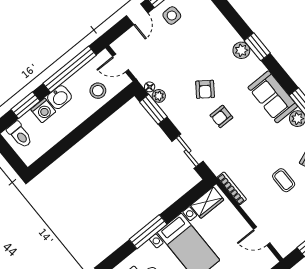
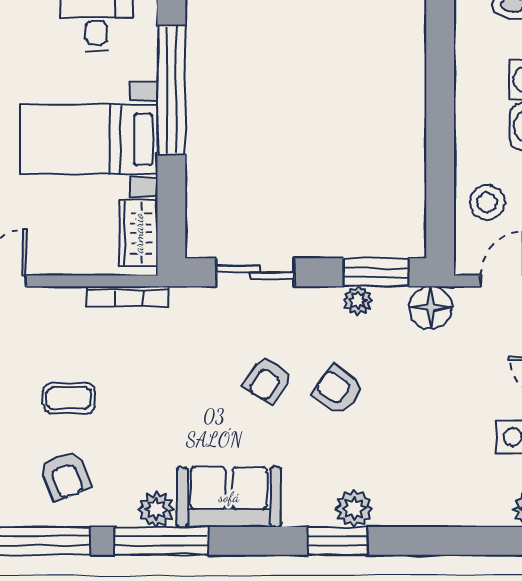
floor lamp: (150, 87) -> (430, 307), width x1.89, depth x1.89
plant: (159, 96) -> (358, 301), moved
armchair: (221, 116) -> (268, 380), turned -147
window: (148, 232) -> (171, 90), width x1.46

